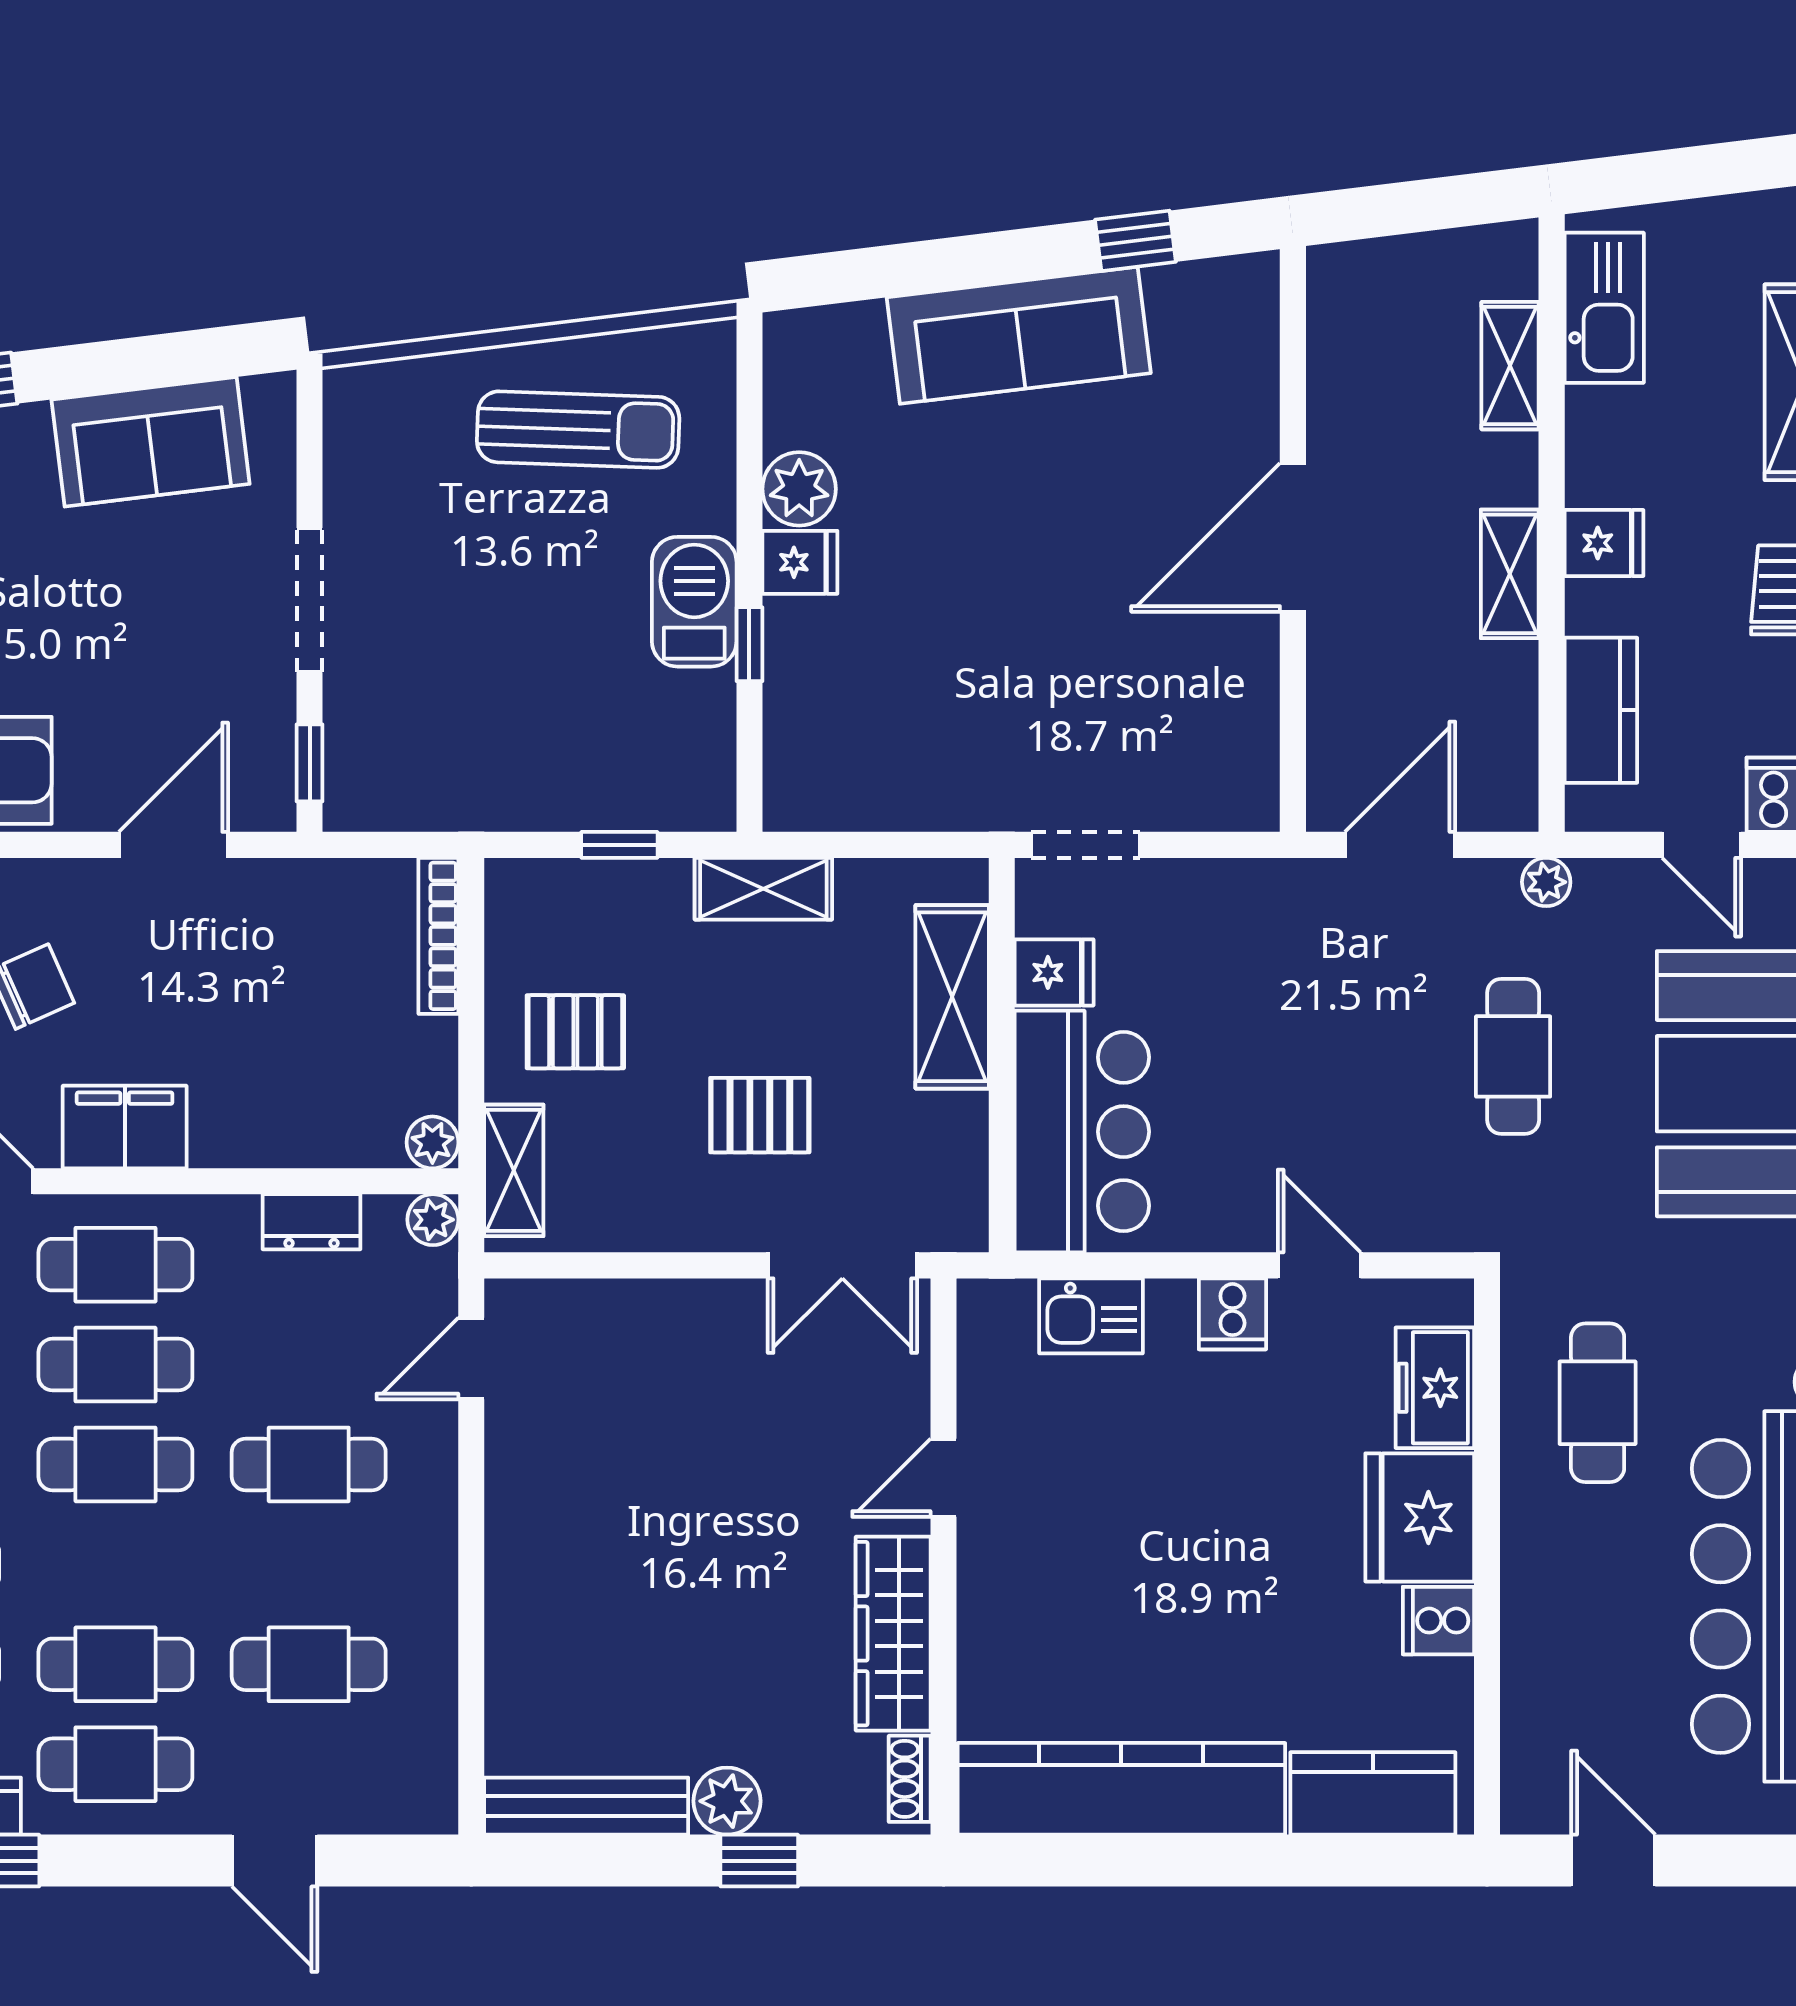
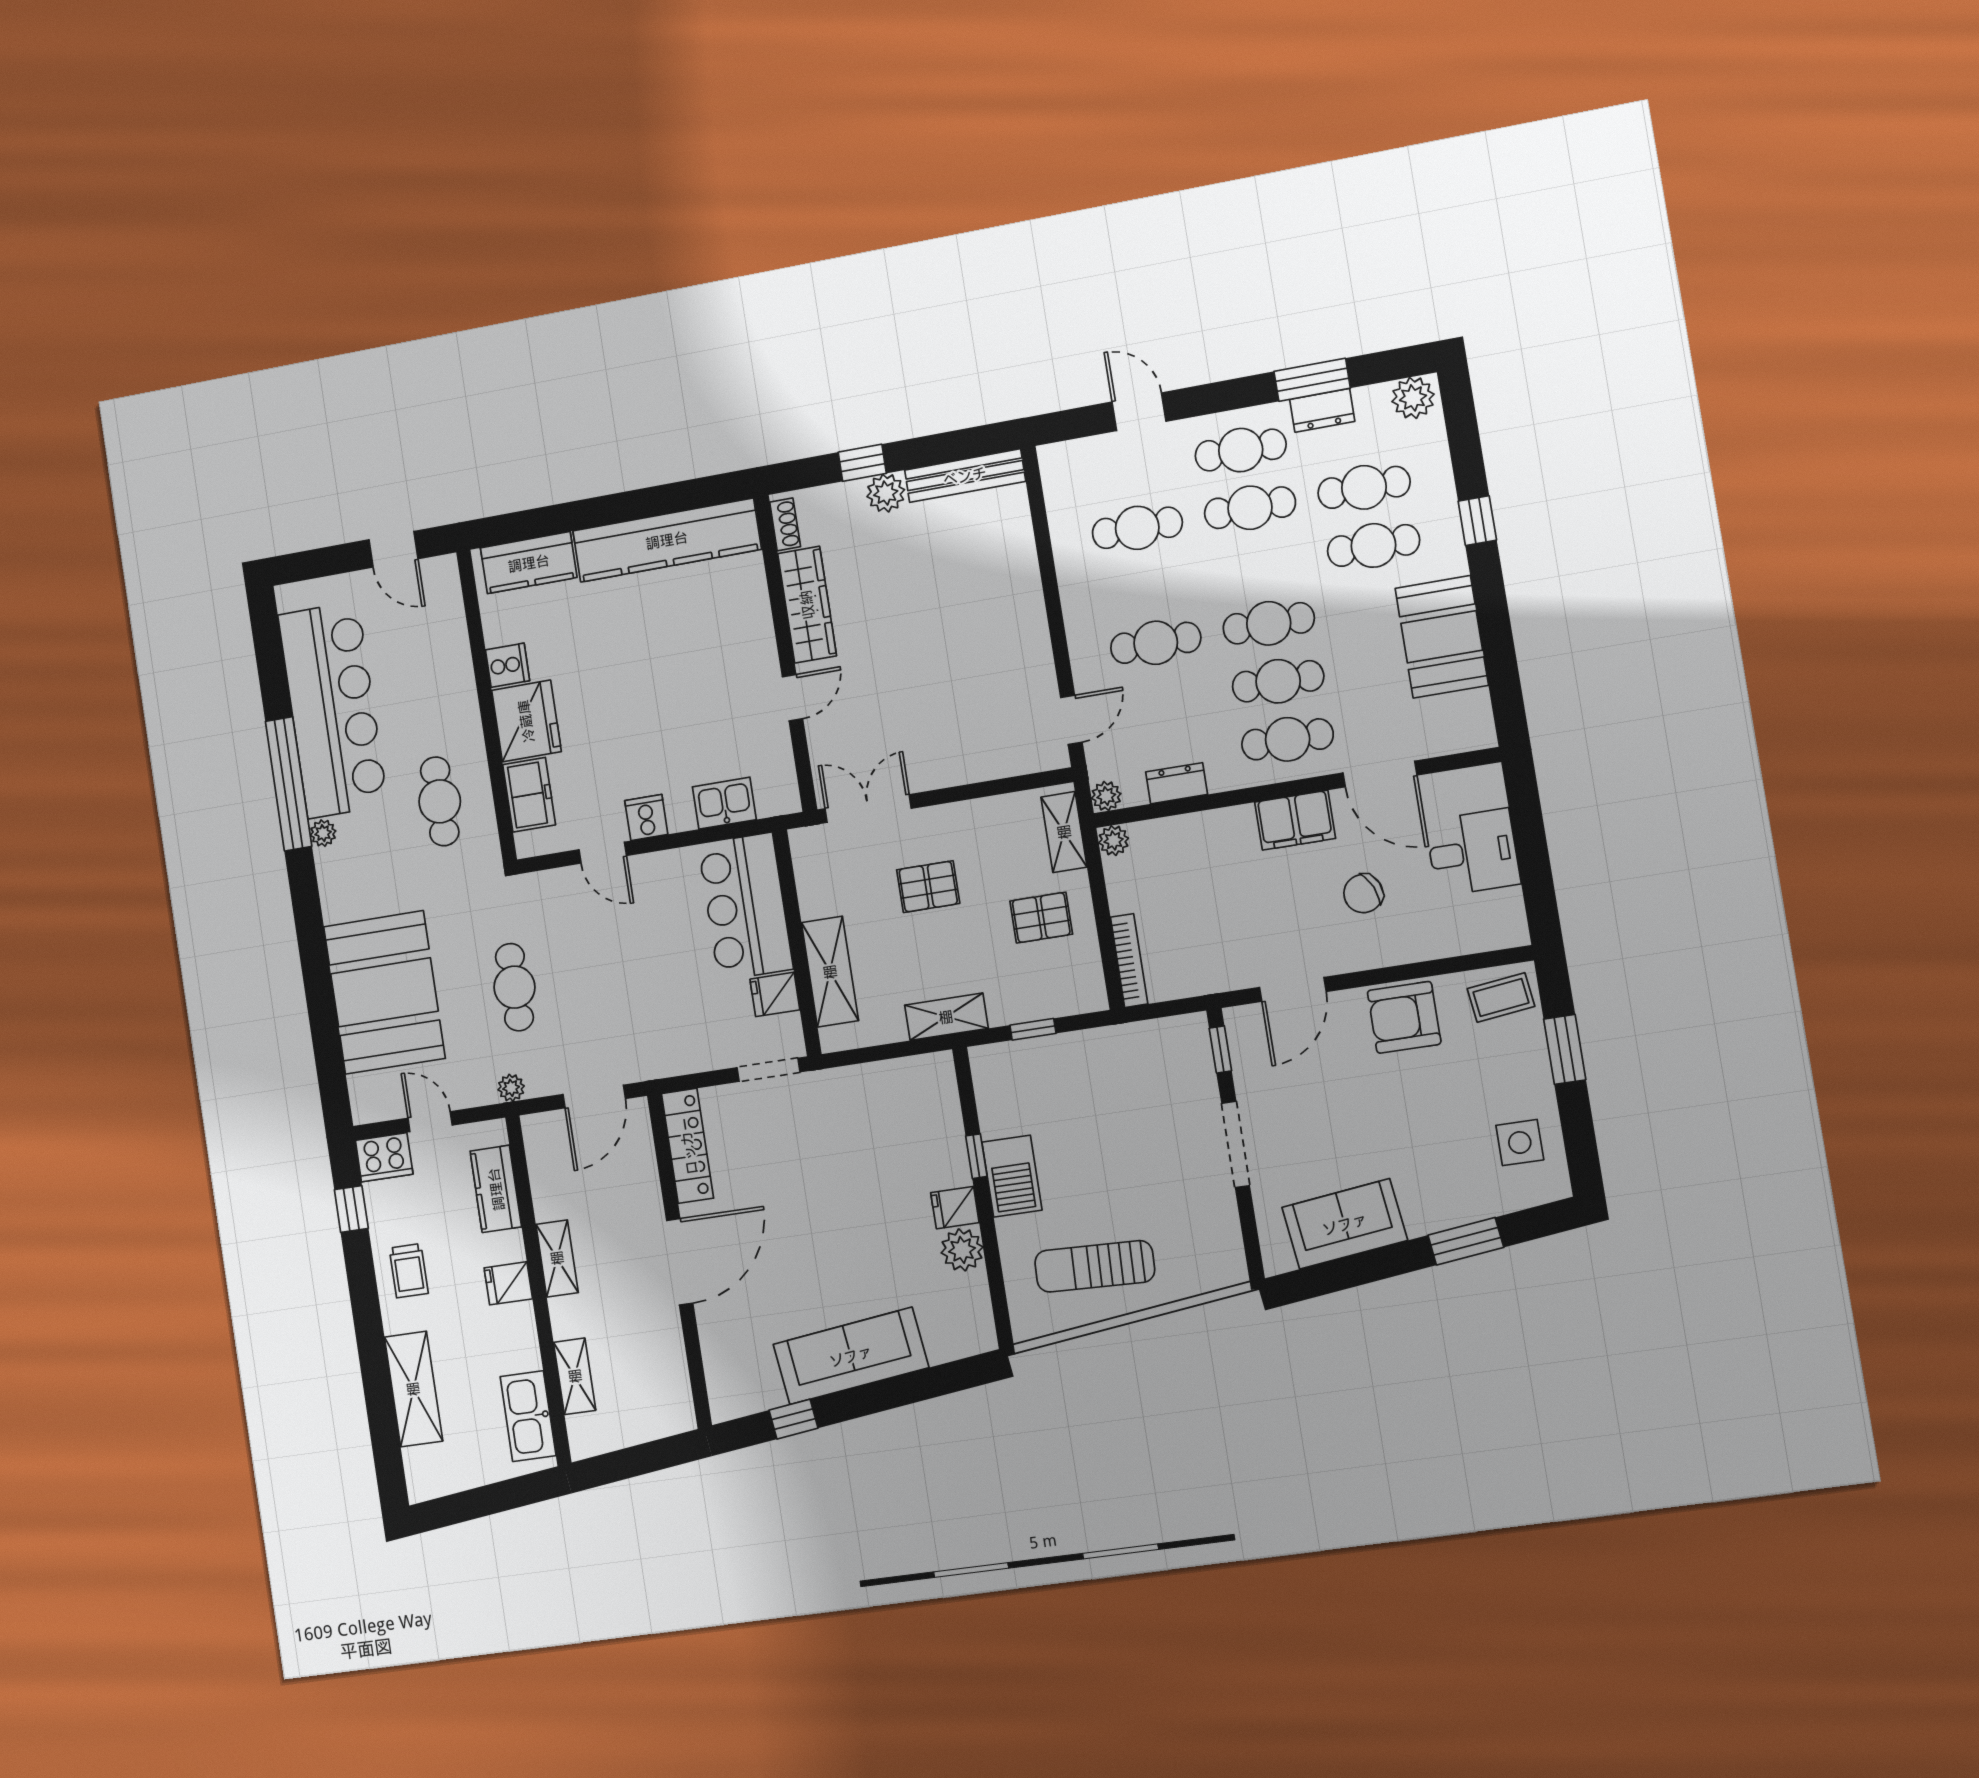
locker: (1248, 735) -> (688, 1146), added

